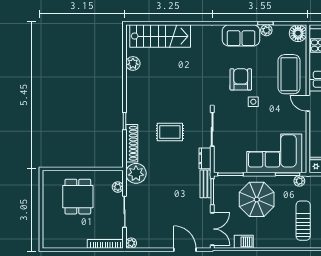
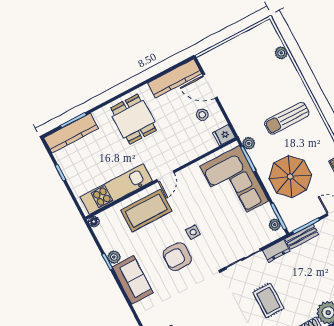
floor lamp: (298, 33) -> (94, 222), width x0.53, depth x0.53
plant: (226, 168) -> (275, 225), added

